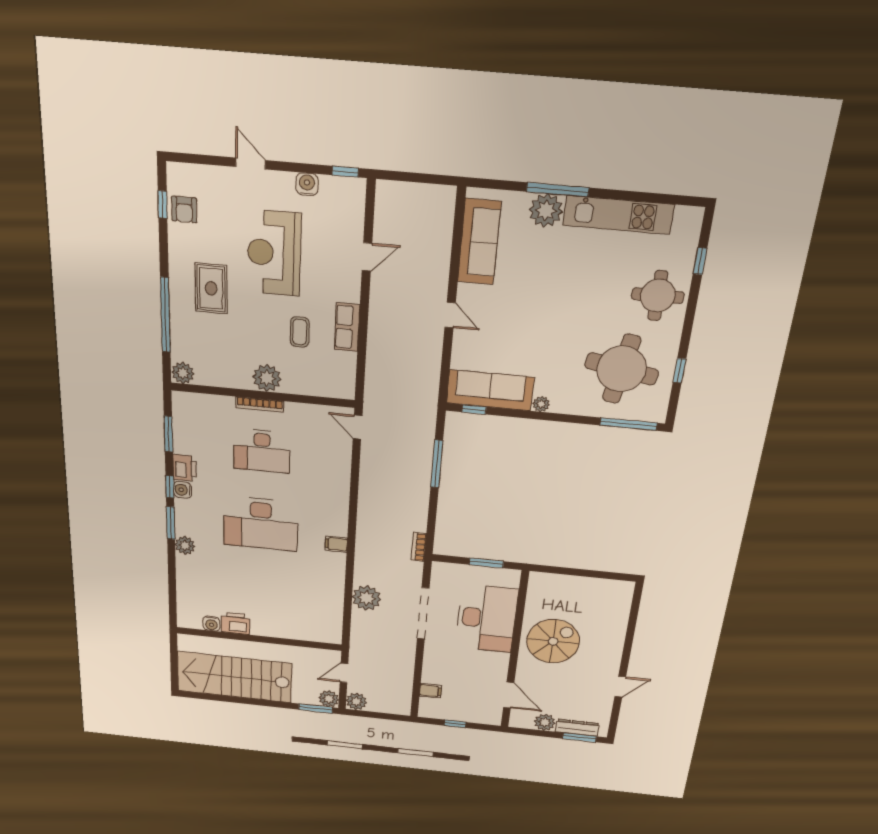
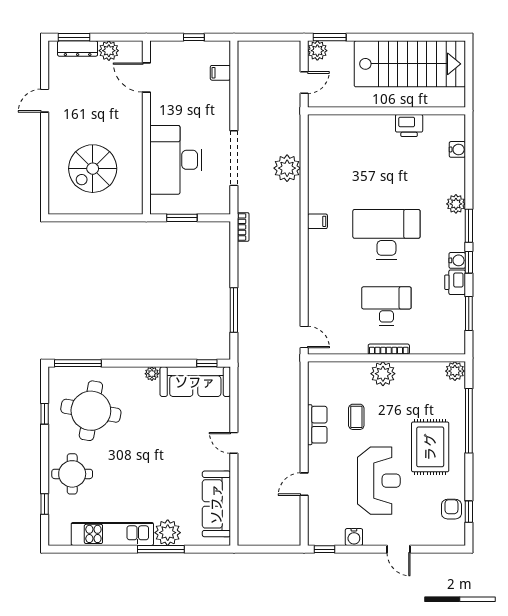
rug: (211, 288) -> (430, 447), width x1.36, depth x1.43
water cooler: (211, 624) -> (457, 149), moved, turned 90
spiral stairs: (553, 641) -> (93, 169), moved
plant: (356, 702) -> (291, 51), removed

